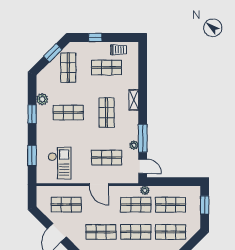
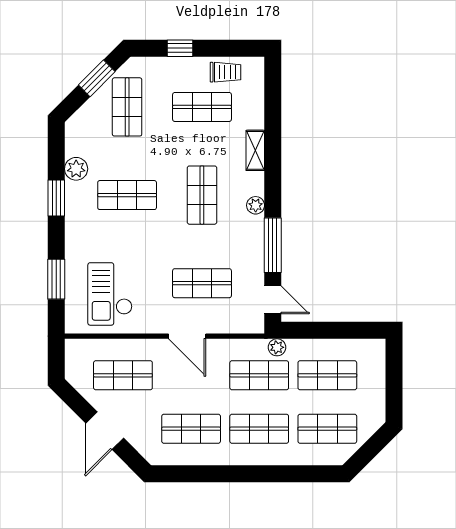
shelving: (134, 100) -> (255, 150), moved
plant: (134, 145) -> (256, 205), moved
checkout: (60, 163) -> (110, 294), turned 180
window: (205, 205) -> (394, 376), removed

